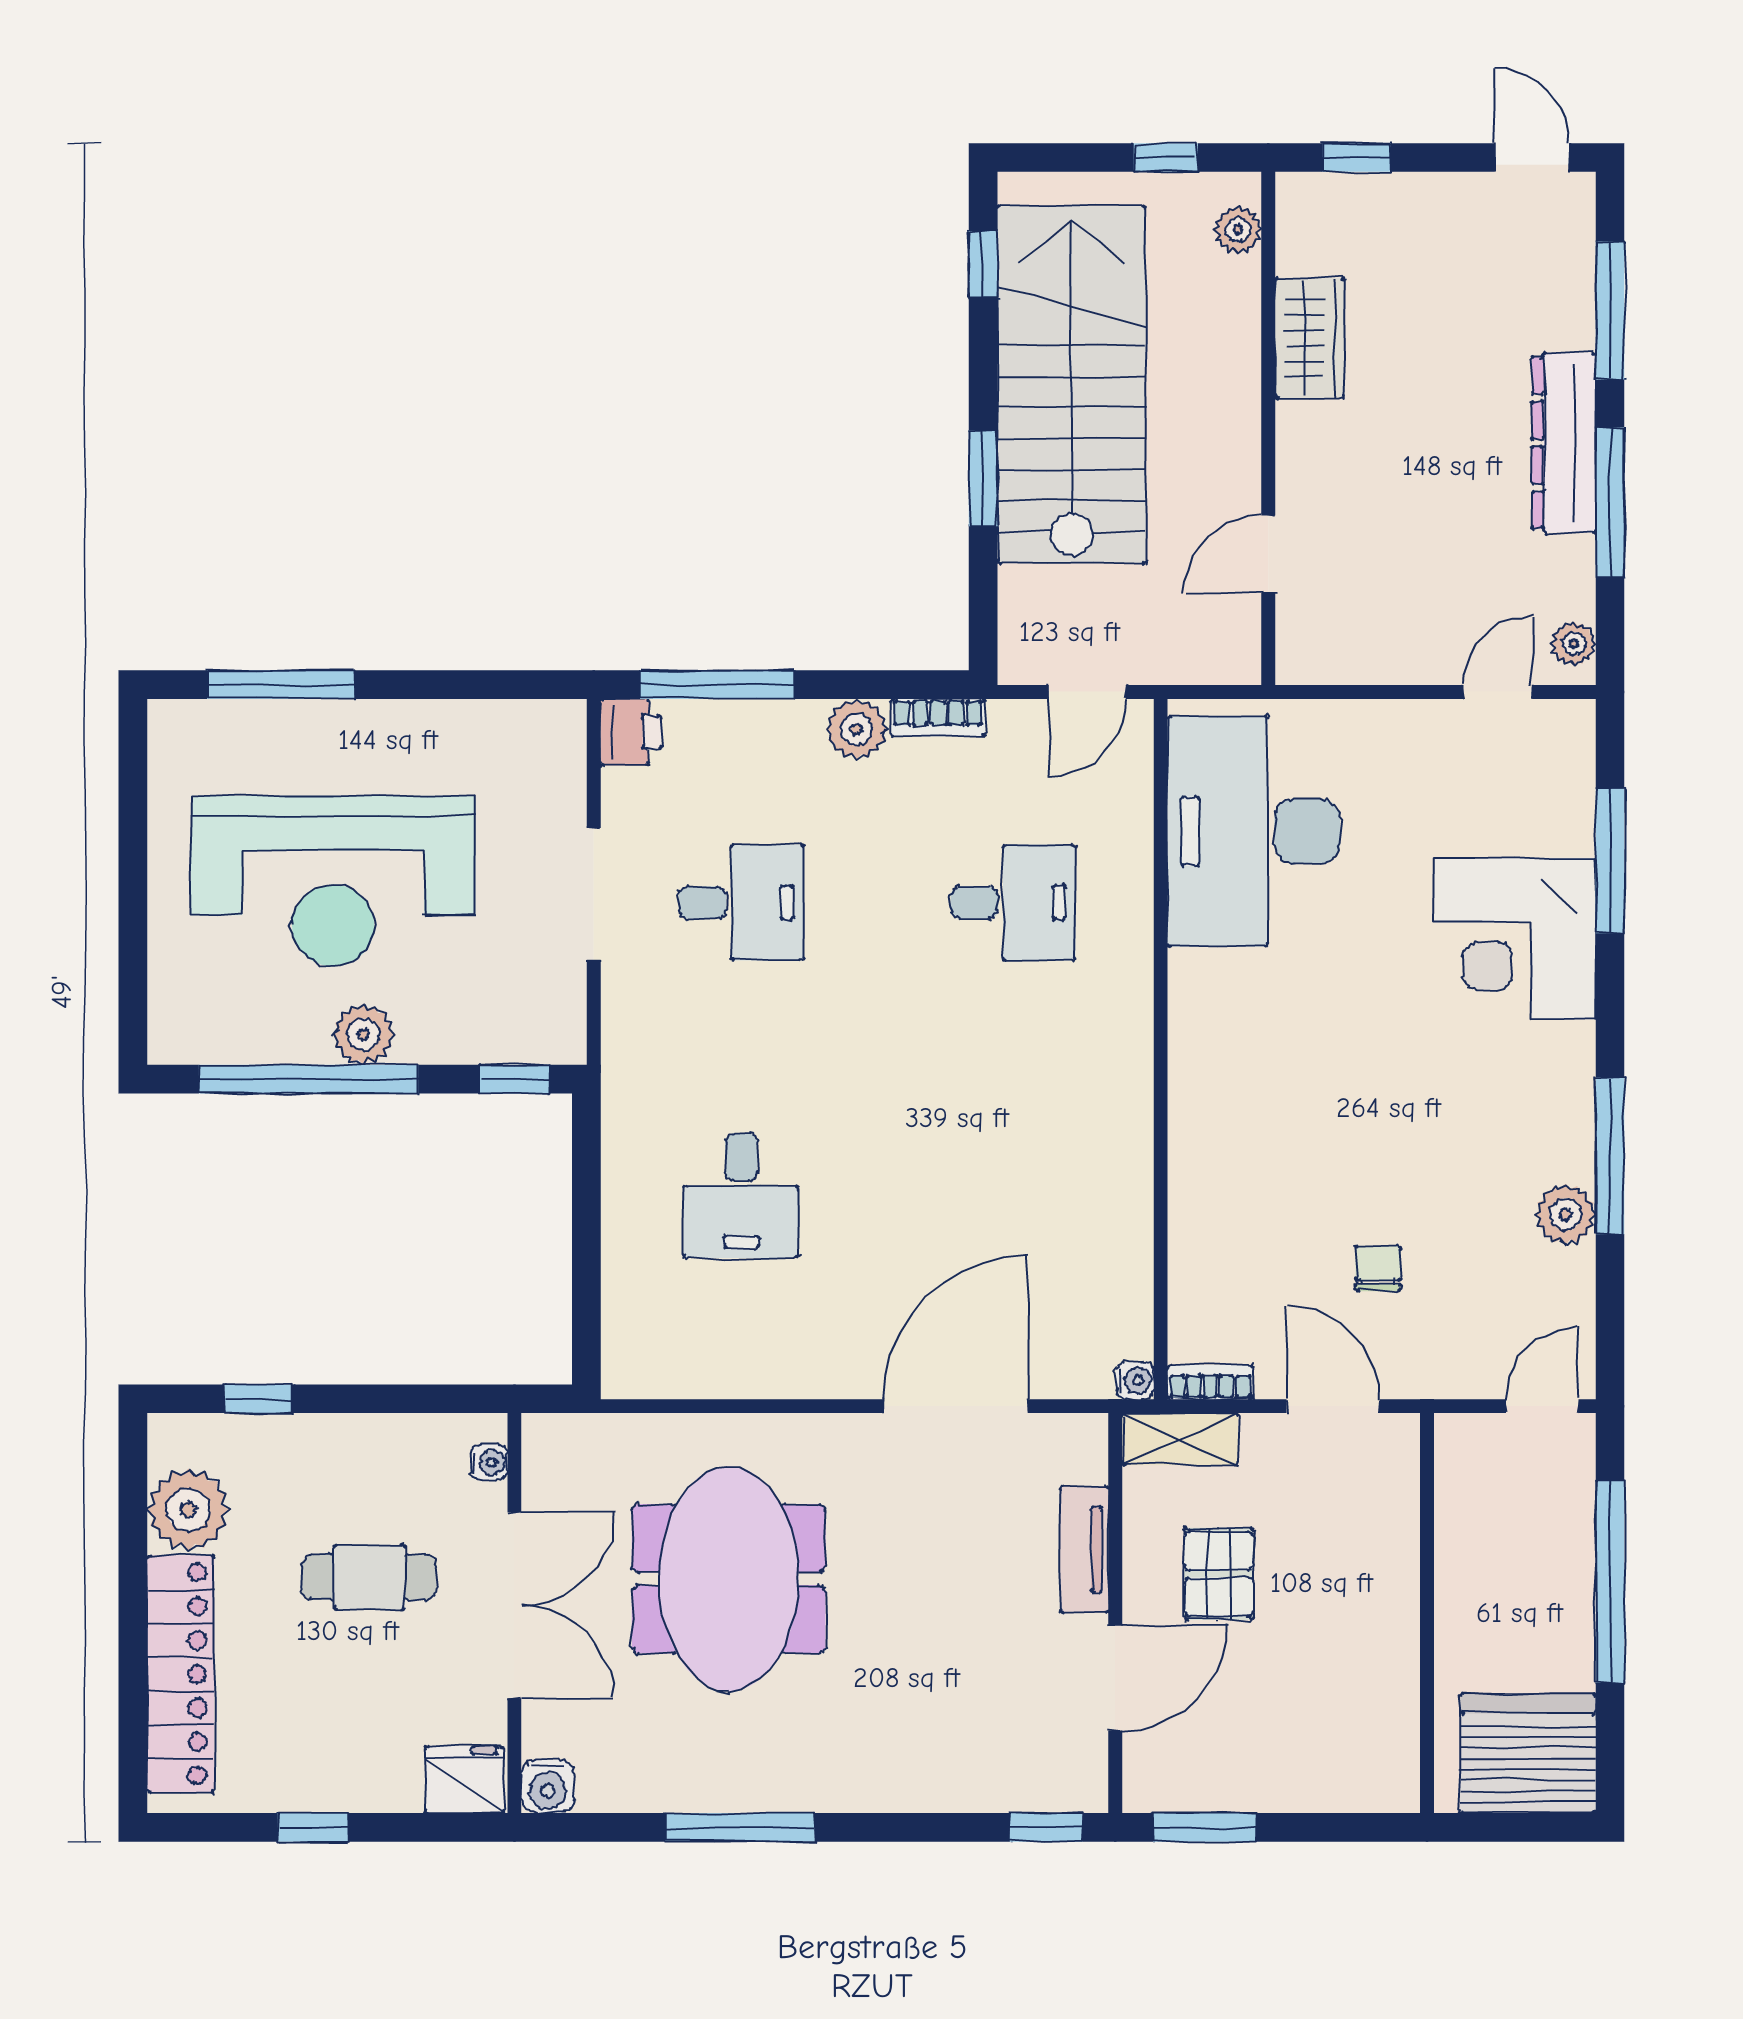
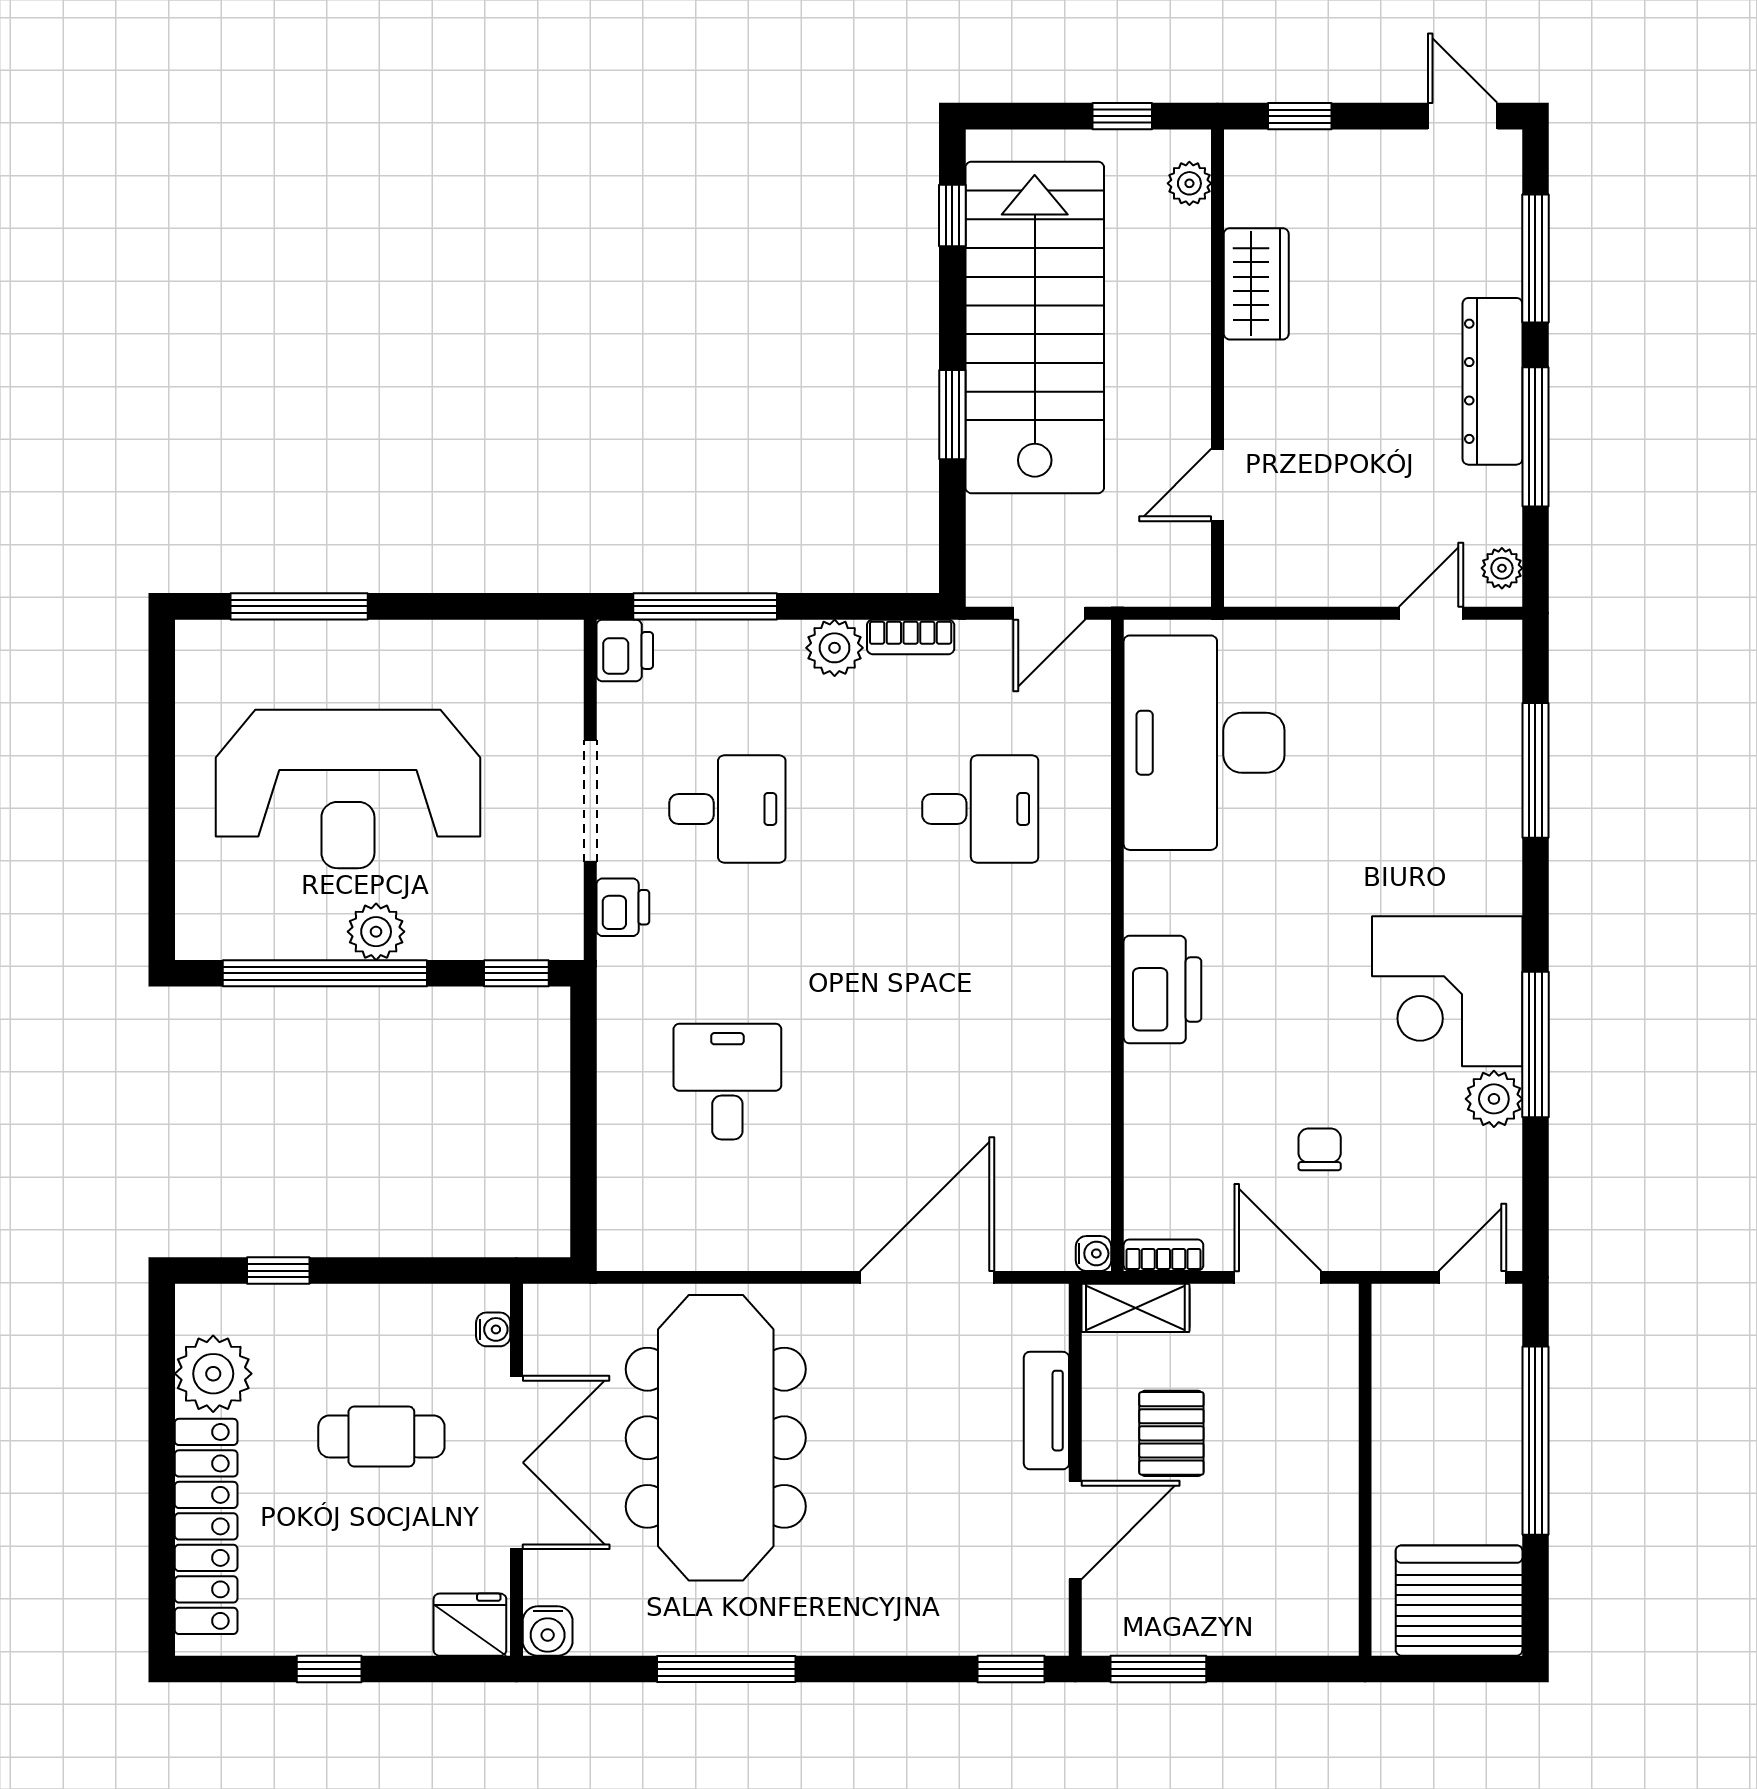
corner desk: (1515, 939) -> (1447, 991), moved
printer: (629, 1008) -> (623, 907), added
printer: (1209, 1097) -> (1162, 990), added
desk: (741, 1196) -> (727, 1082), turned 180
meeting table: (729, 1579) -> (716, 1438), width x1.36

